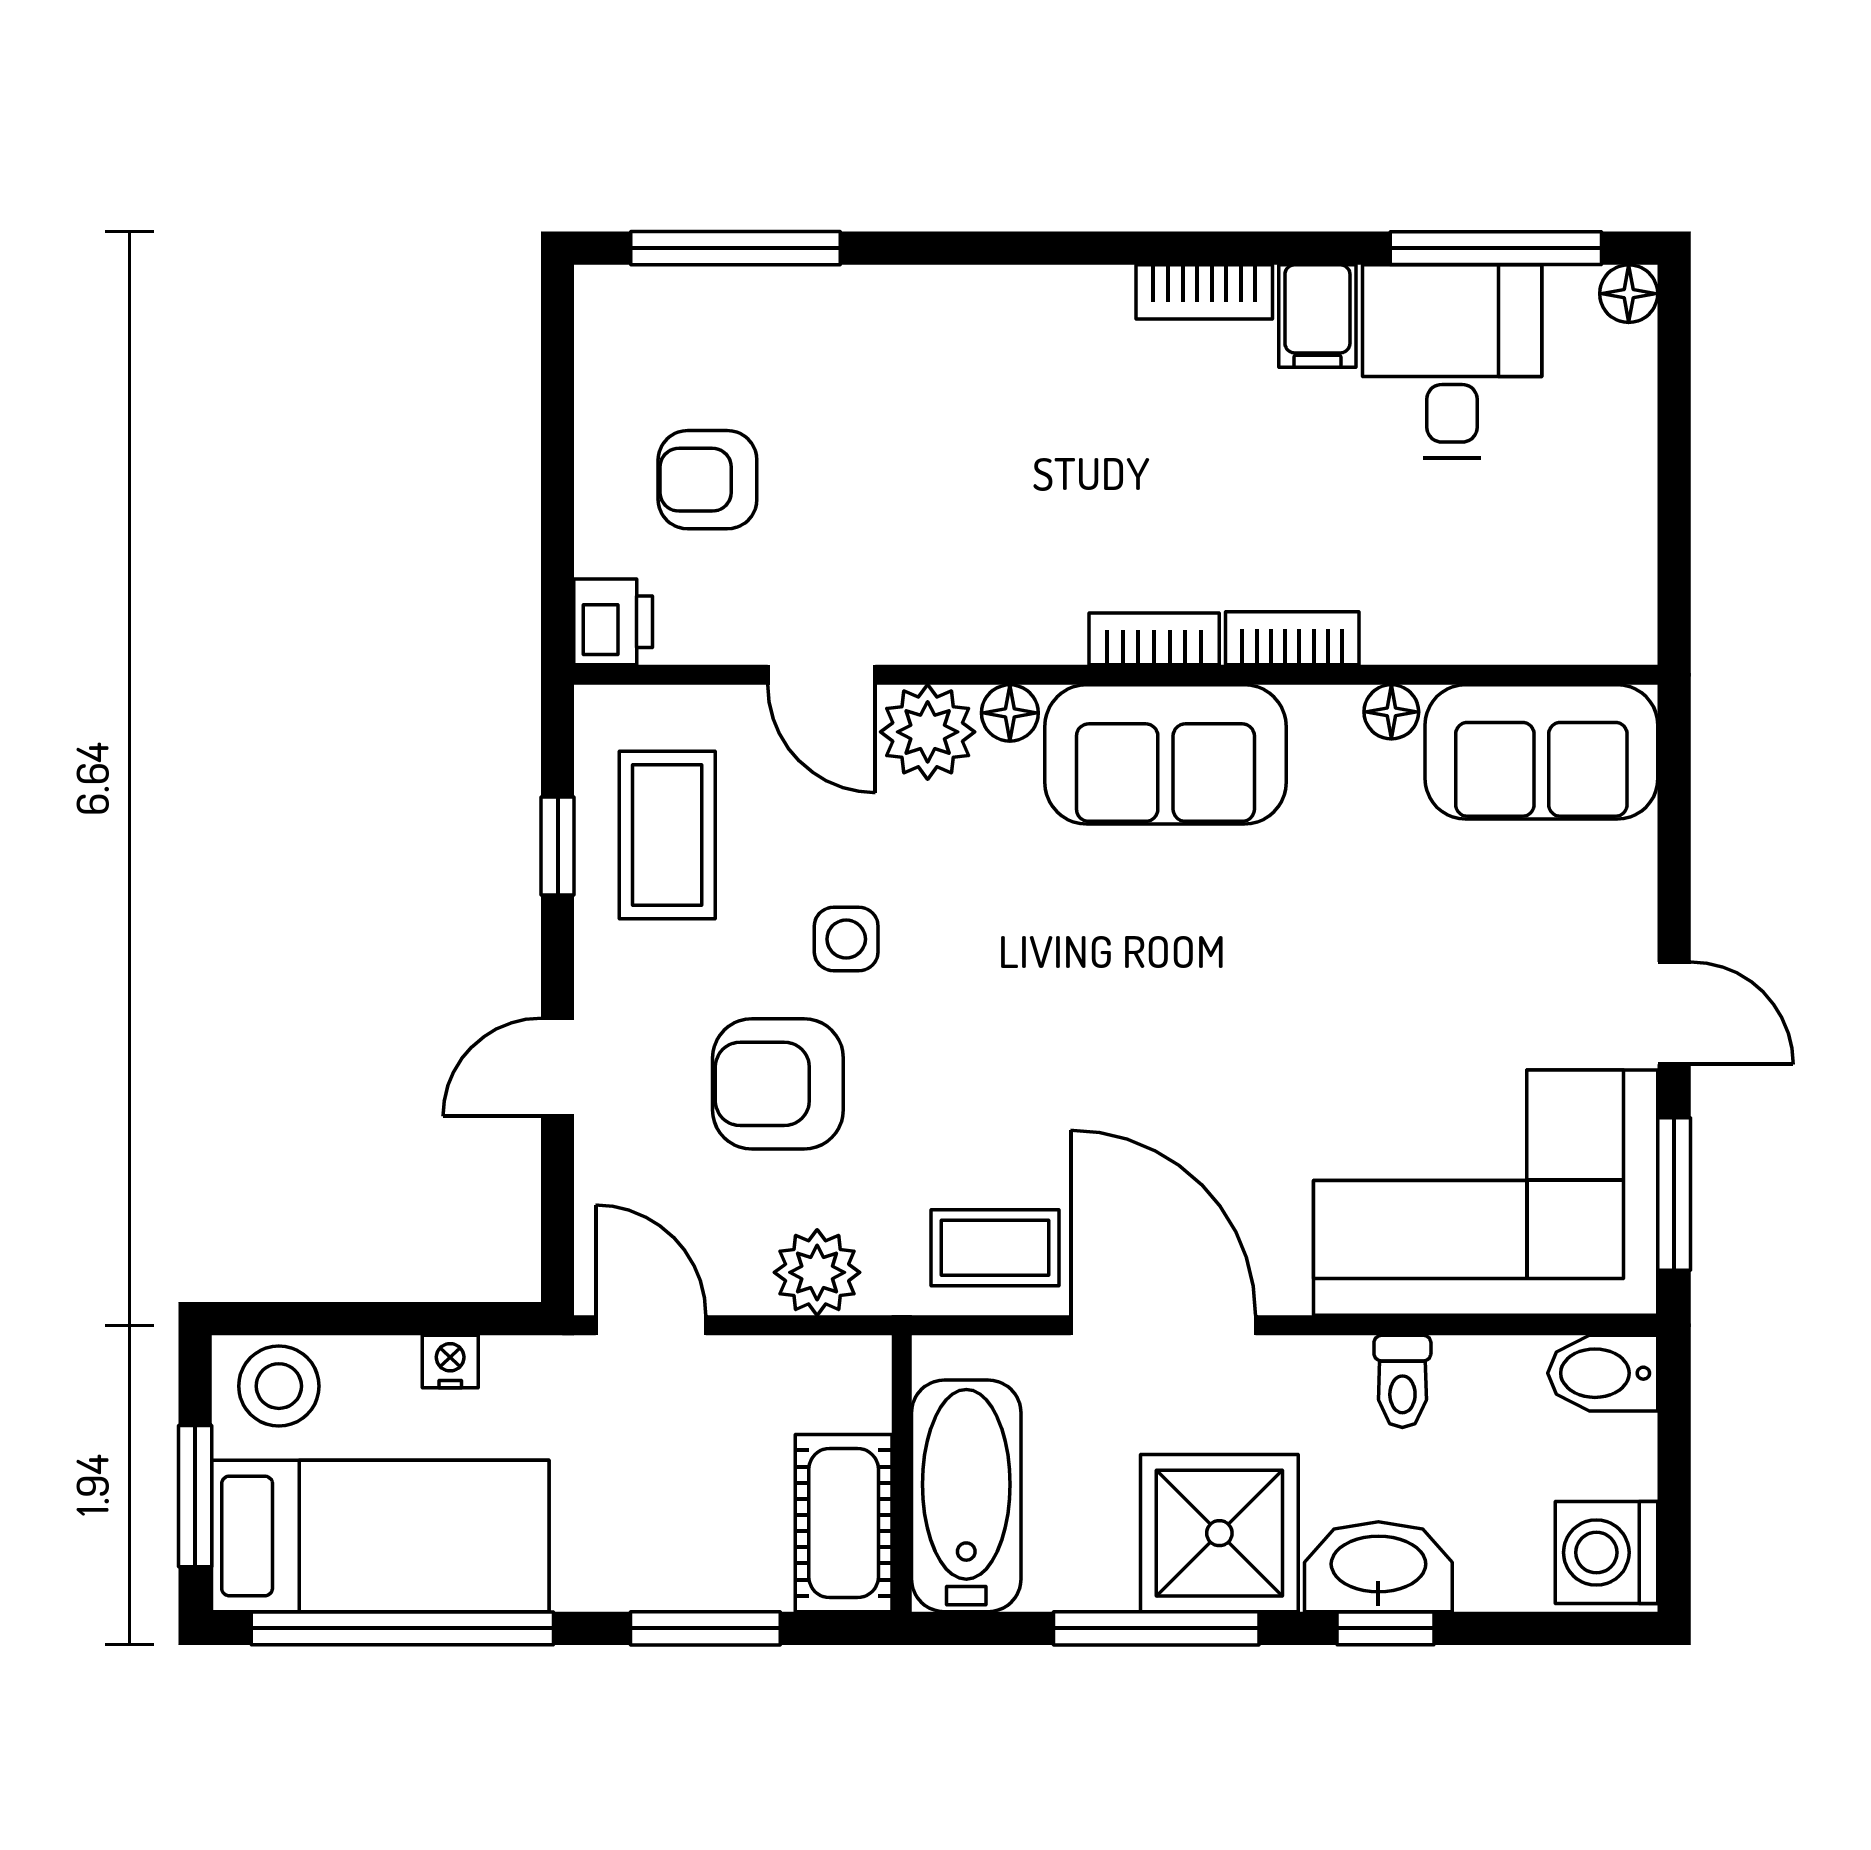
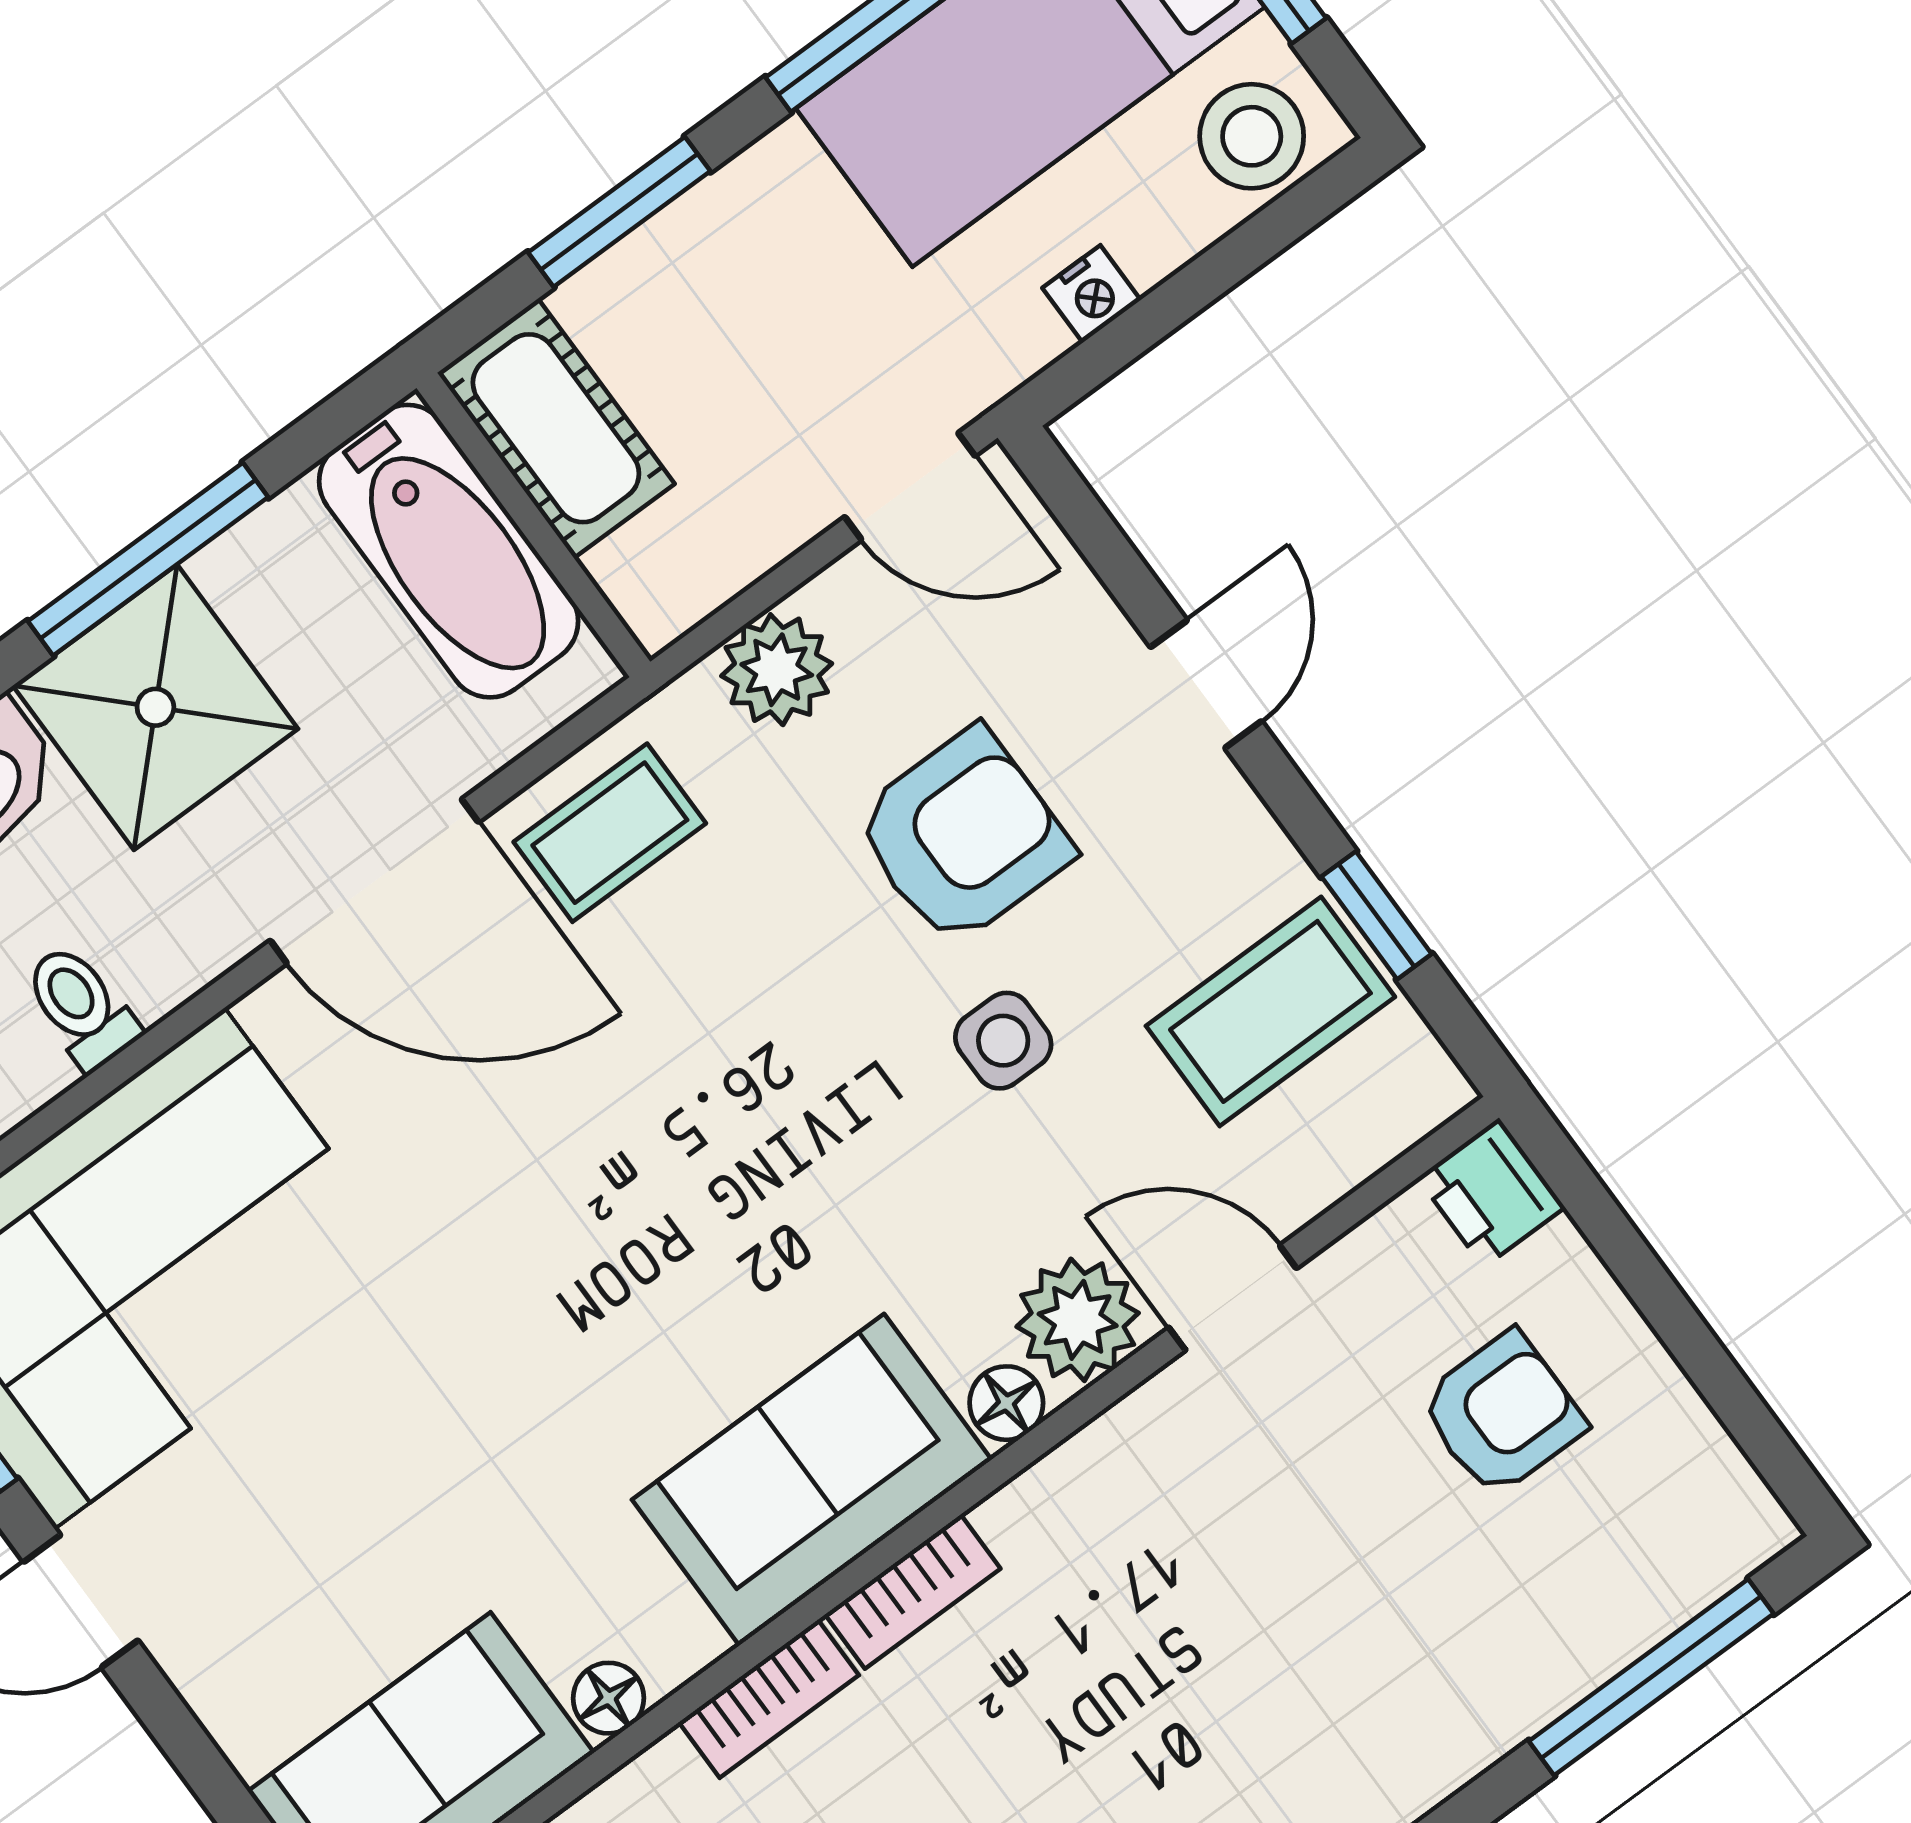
coffee table: (667, 835) -> (1270, 1011), turned 90

